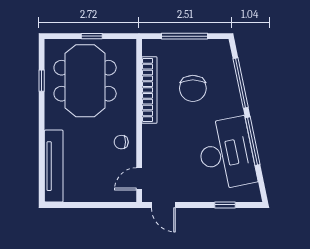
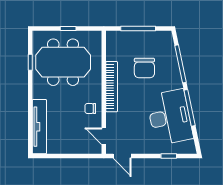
meeting table: (85, 81) -> (63, 62), turned 90
bookcase: (149, 90) -> (112, 87), moved
door: (139, 179) -> (104, 136), hinge flipped

